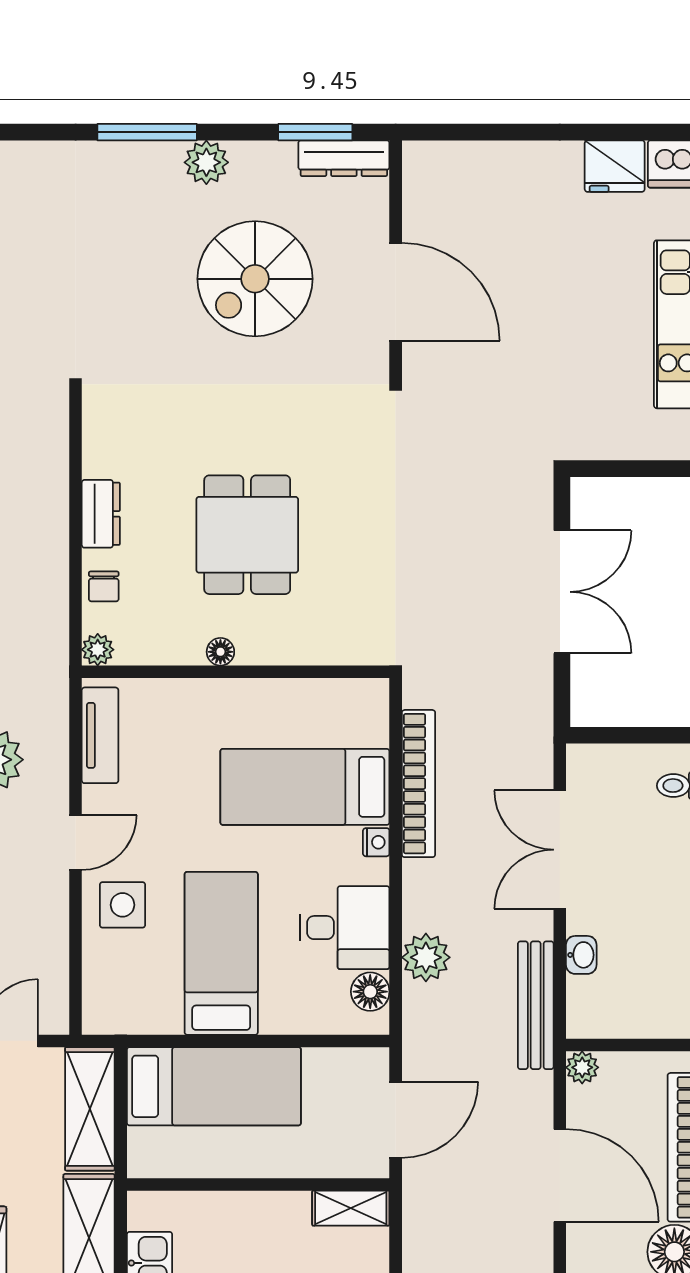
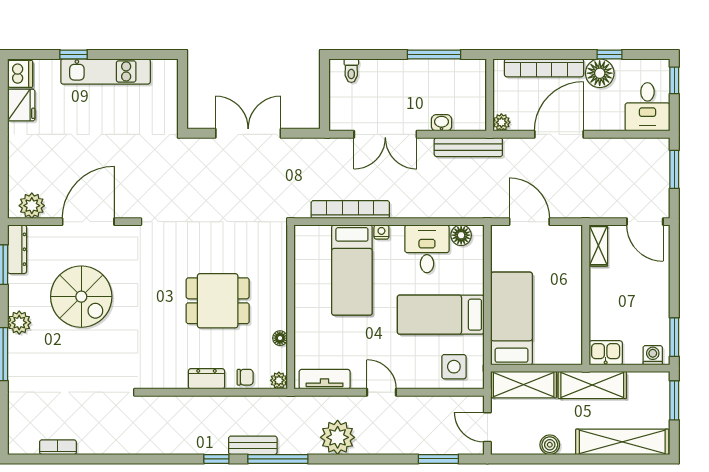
floor lamp: (220, 652) -> (280, 338), moved
side table: (123, 905) -> (454, 367), moved
plant: (426, 957) -> (32, 206), moved
wall: (258, 1185) -> (586, 295), moved
shelving: (351, 1208) -> (598, 246), moved

